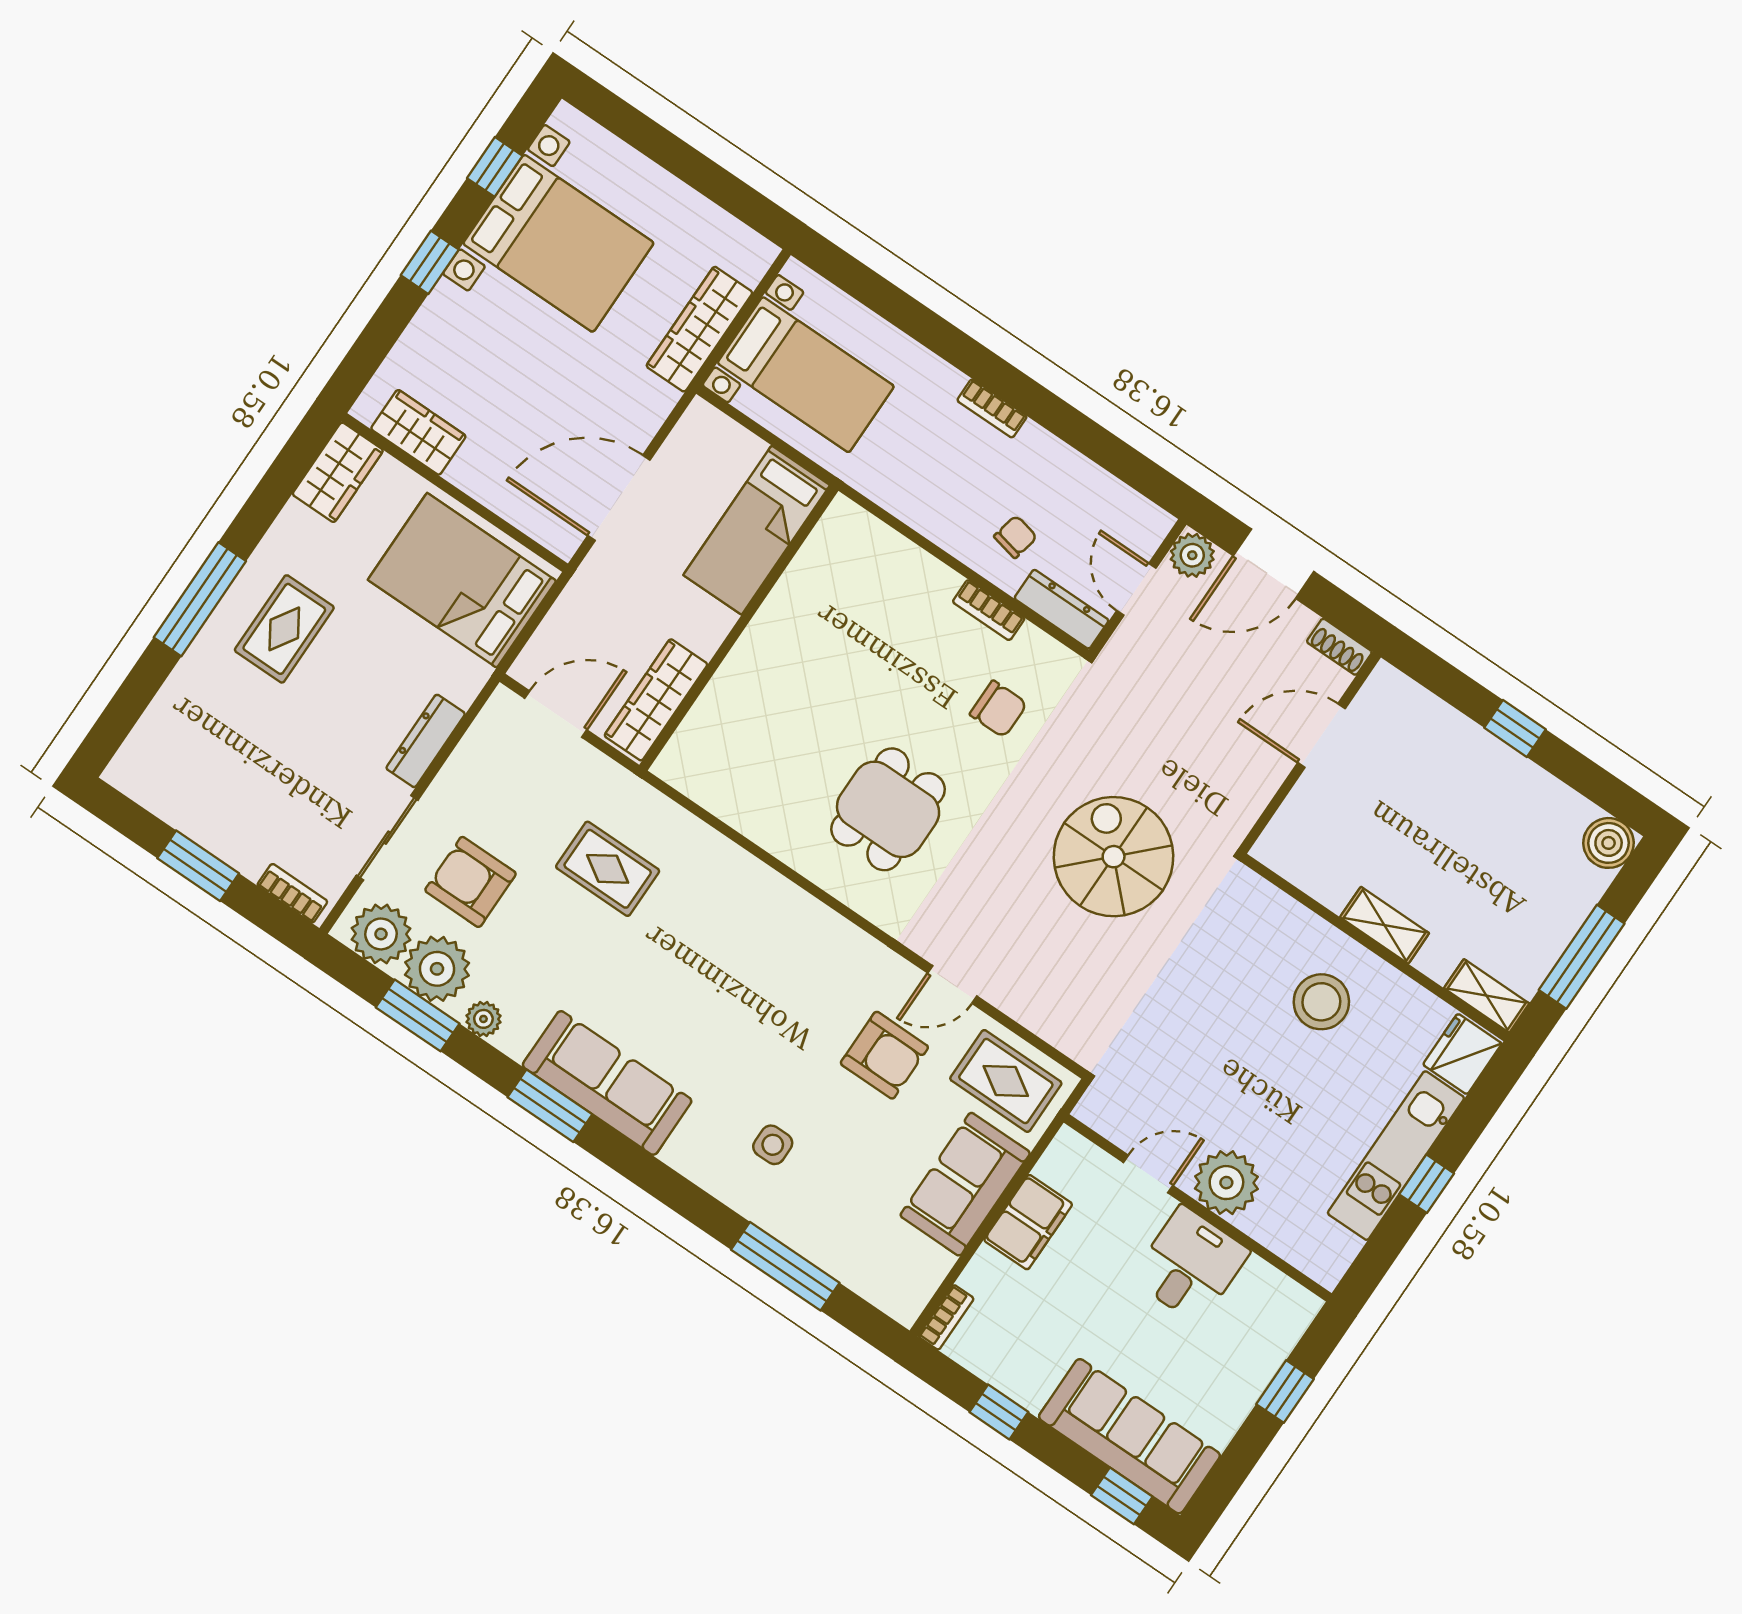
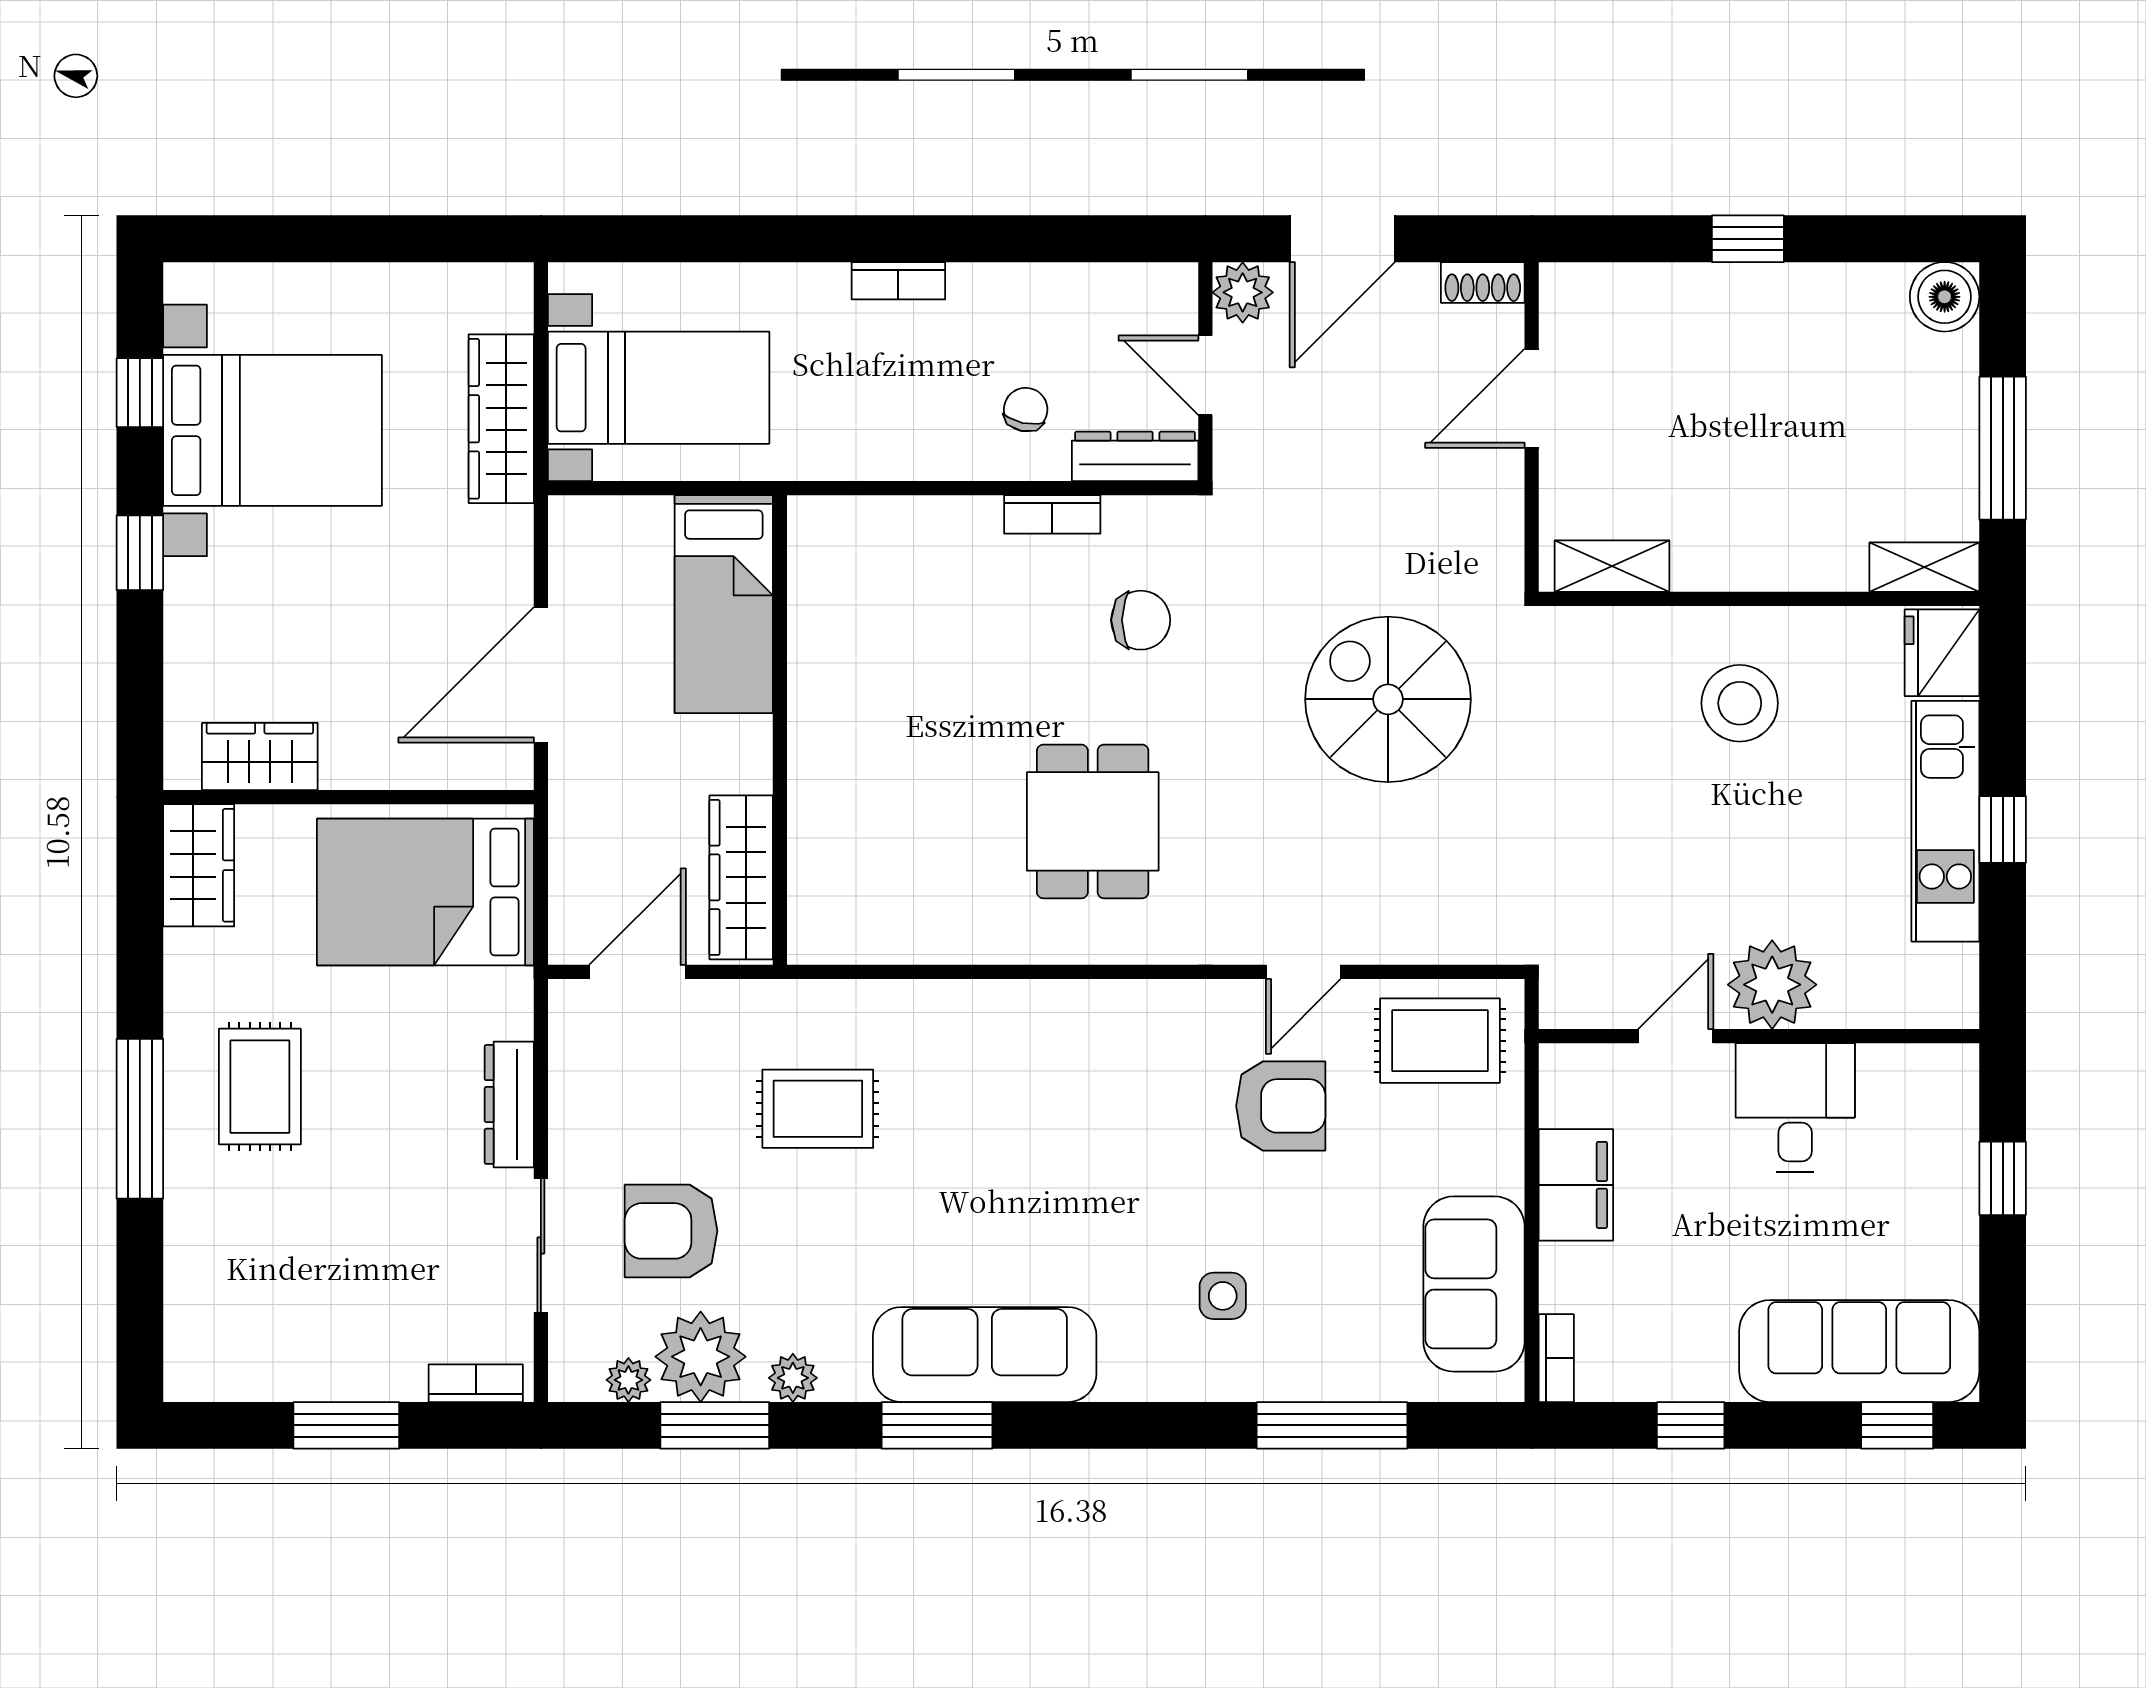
shelving: (1385, 925) -> (1612, 566), moved
plant: (381, 934) -> (628, 1380), width x0.53, depth x0.53
sofa: (965, 1184) -> (1474, 1284), moved

